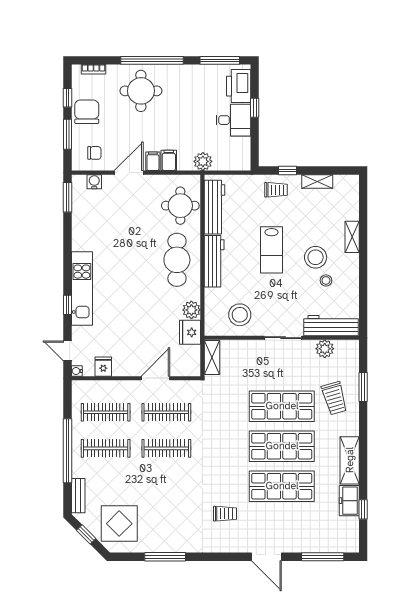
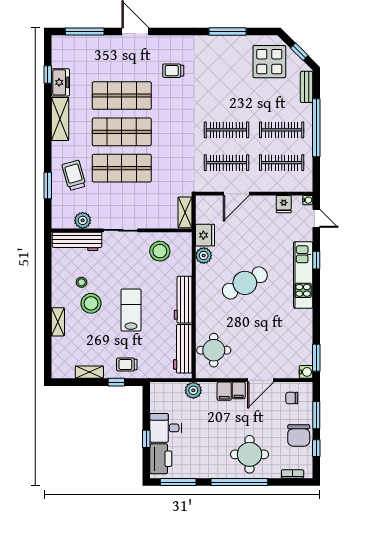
water cooler: (94, 182) -> (306, 372), moved, turned -90
cafe table: (177, 260) -> (245, 283), moved, turned 61

